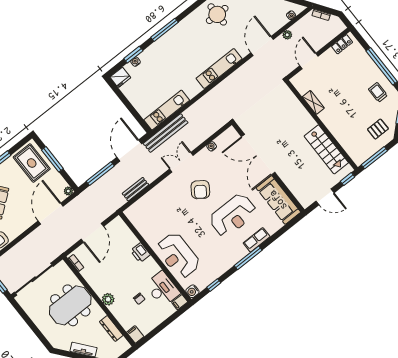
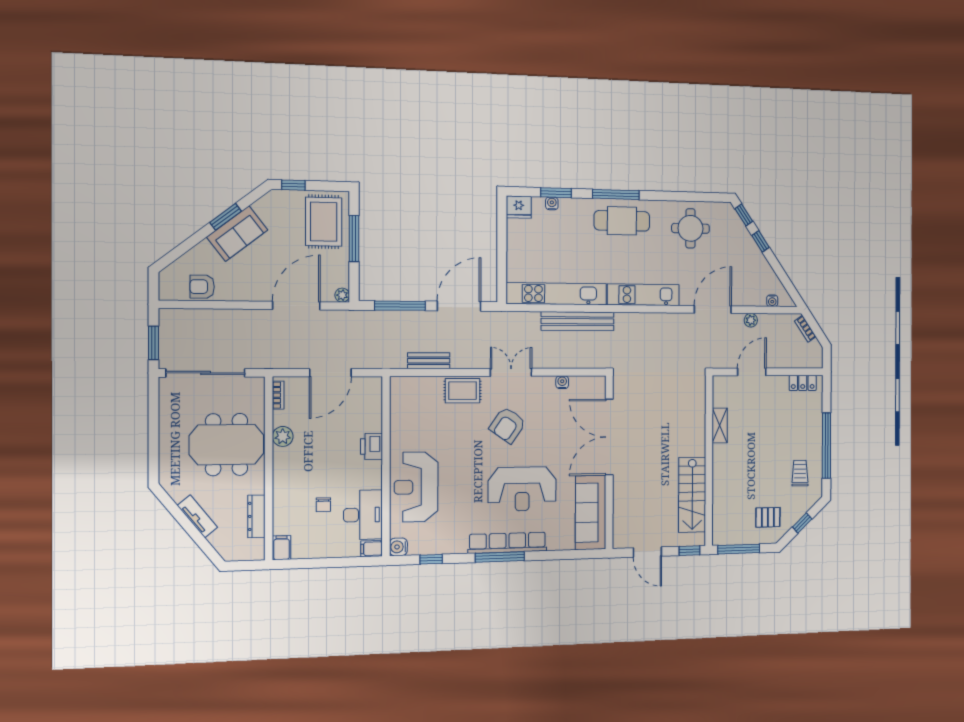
cafe table: (178, 41) -> (622, 221), added
kitchen unit: (167, 110) -> (557, 294), width x1.36
bench: (166, 133) -> (578, 321), moved
rug: (164, 190) -> (463, 391), added
row of seats: (257, 240) -> (507, 543), width x2.02
plant: (108, 299) -> (283, 436), moved

